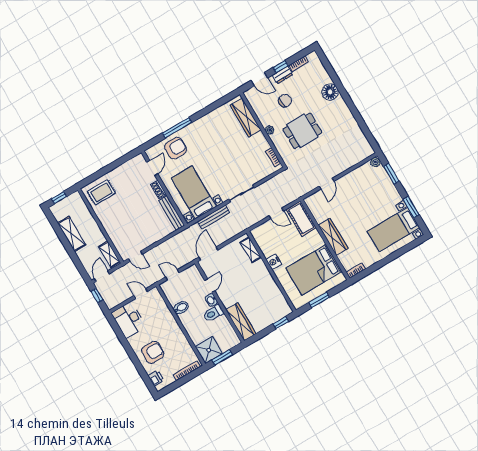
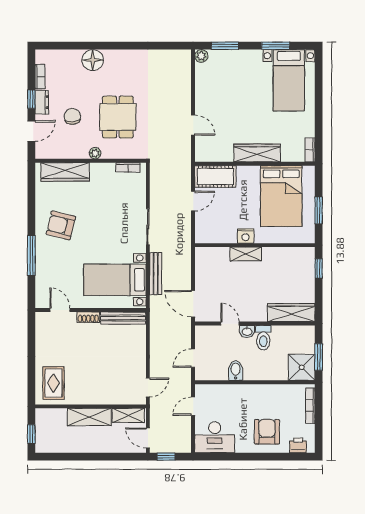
armchair: (176, 148) -> (61, 225), moved, turned -76
shelving: (72, 234) -> (89, 417), moved
shelving: (251, 250) -> (246, 254), moved

